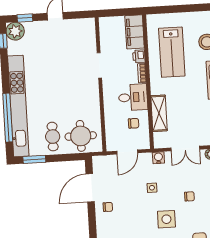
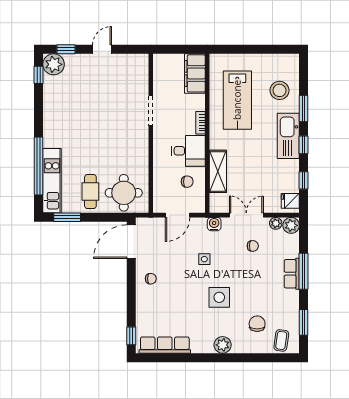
printer: (139, 56) -> (198, 103), removed
kitchen unit: (18, 106) -> (52, 181), width x0.54
double door: (185, 149) -> (246, 215), swing flipped
door: (90, 188) -> (131, 242), moved
chair: (189, 196) -> (253, 246), moved

